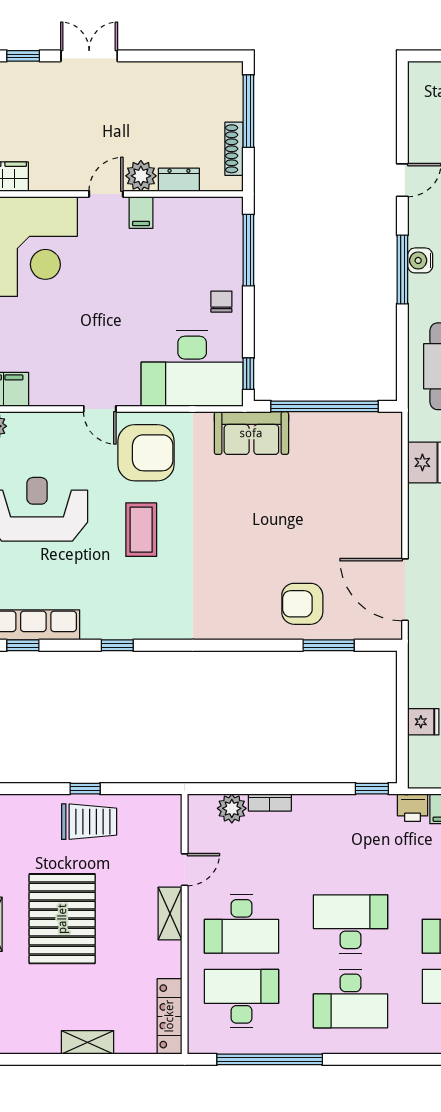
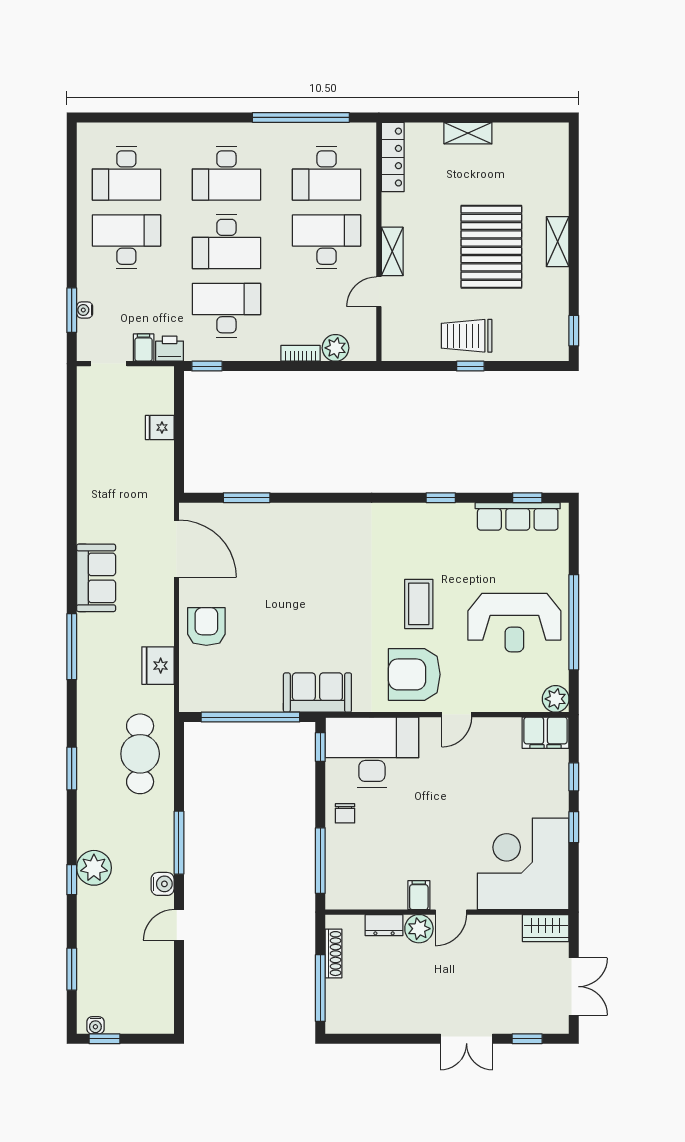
water cooler: (420, 260) -> (163, 884), moved
door: (100, 409) -> (457, 715), swing flipped
armchair: (302, 604) -> (206, 627), moved, turned -90
desk: (351, 849) -> (226, 310), added
desk: (351, 999) -> (226, 173), turned 180

